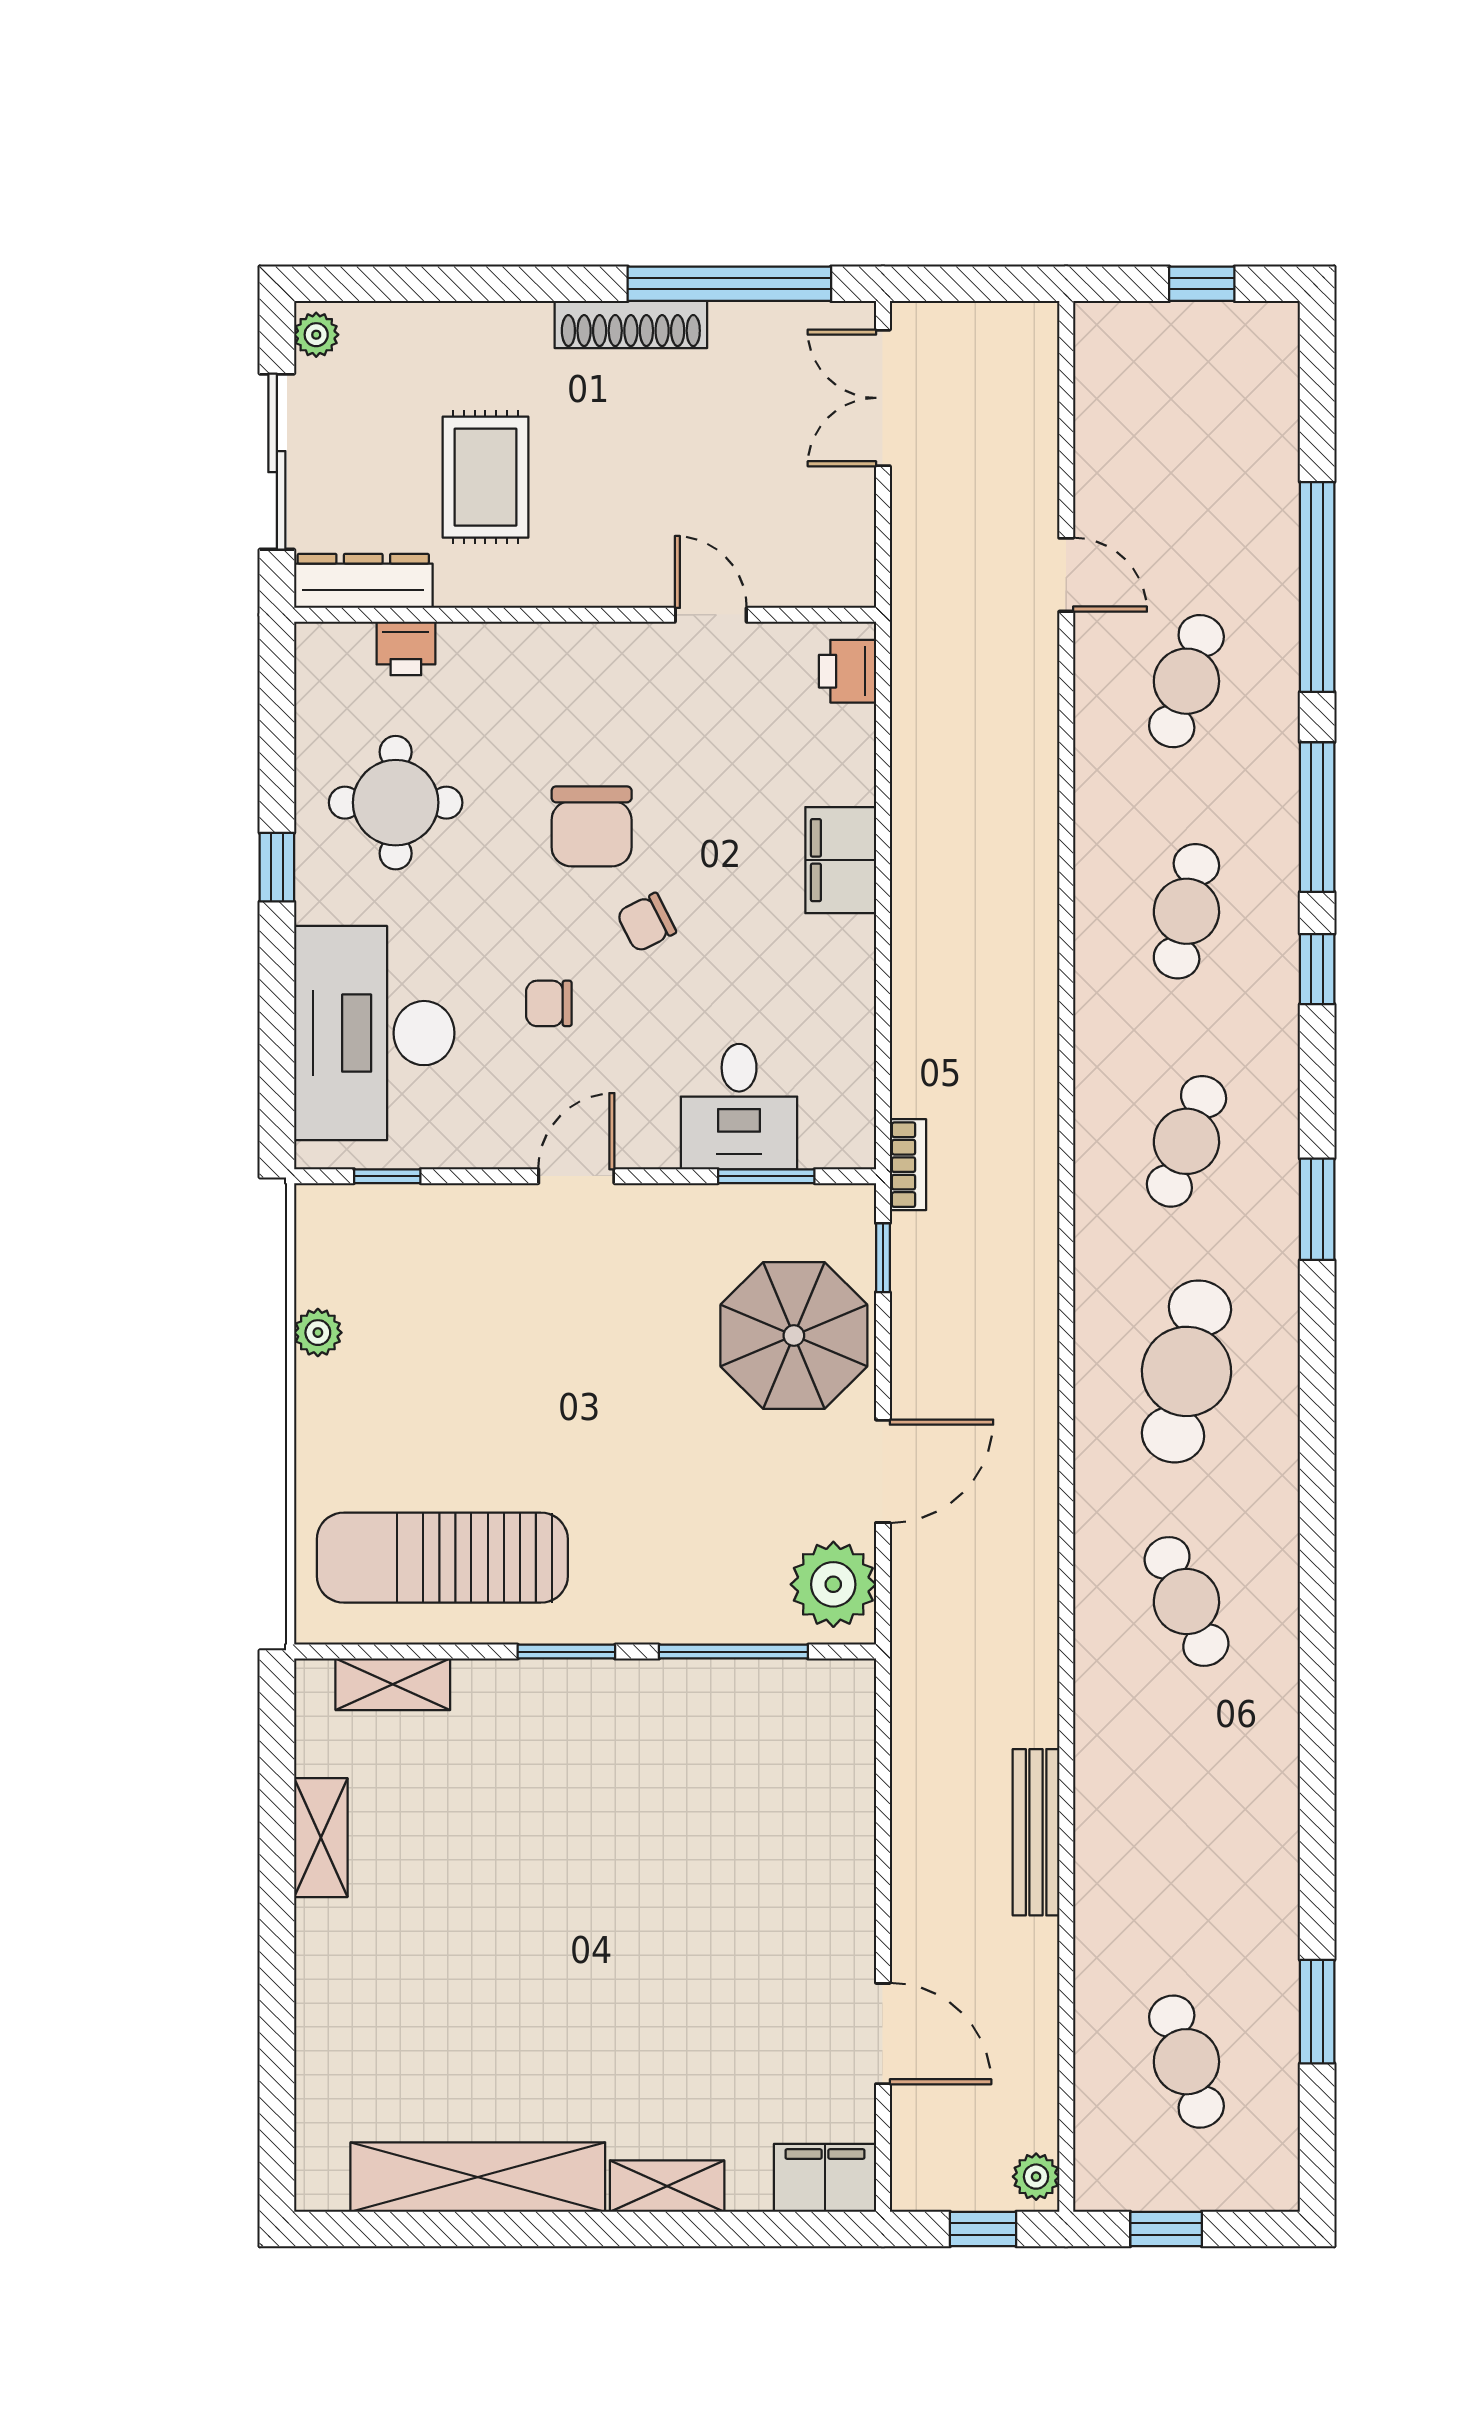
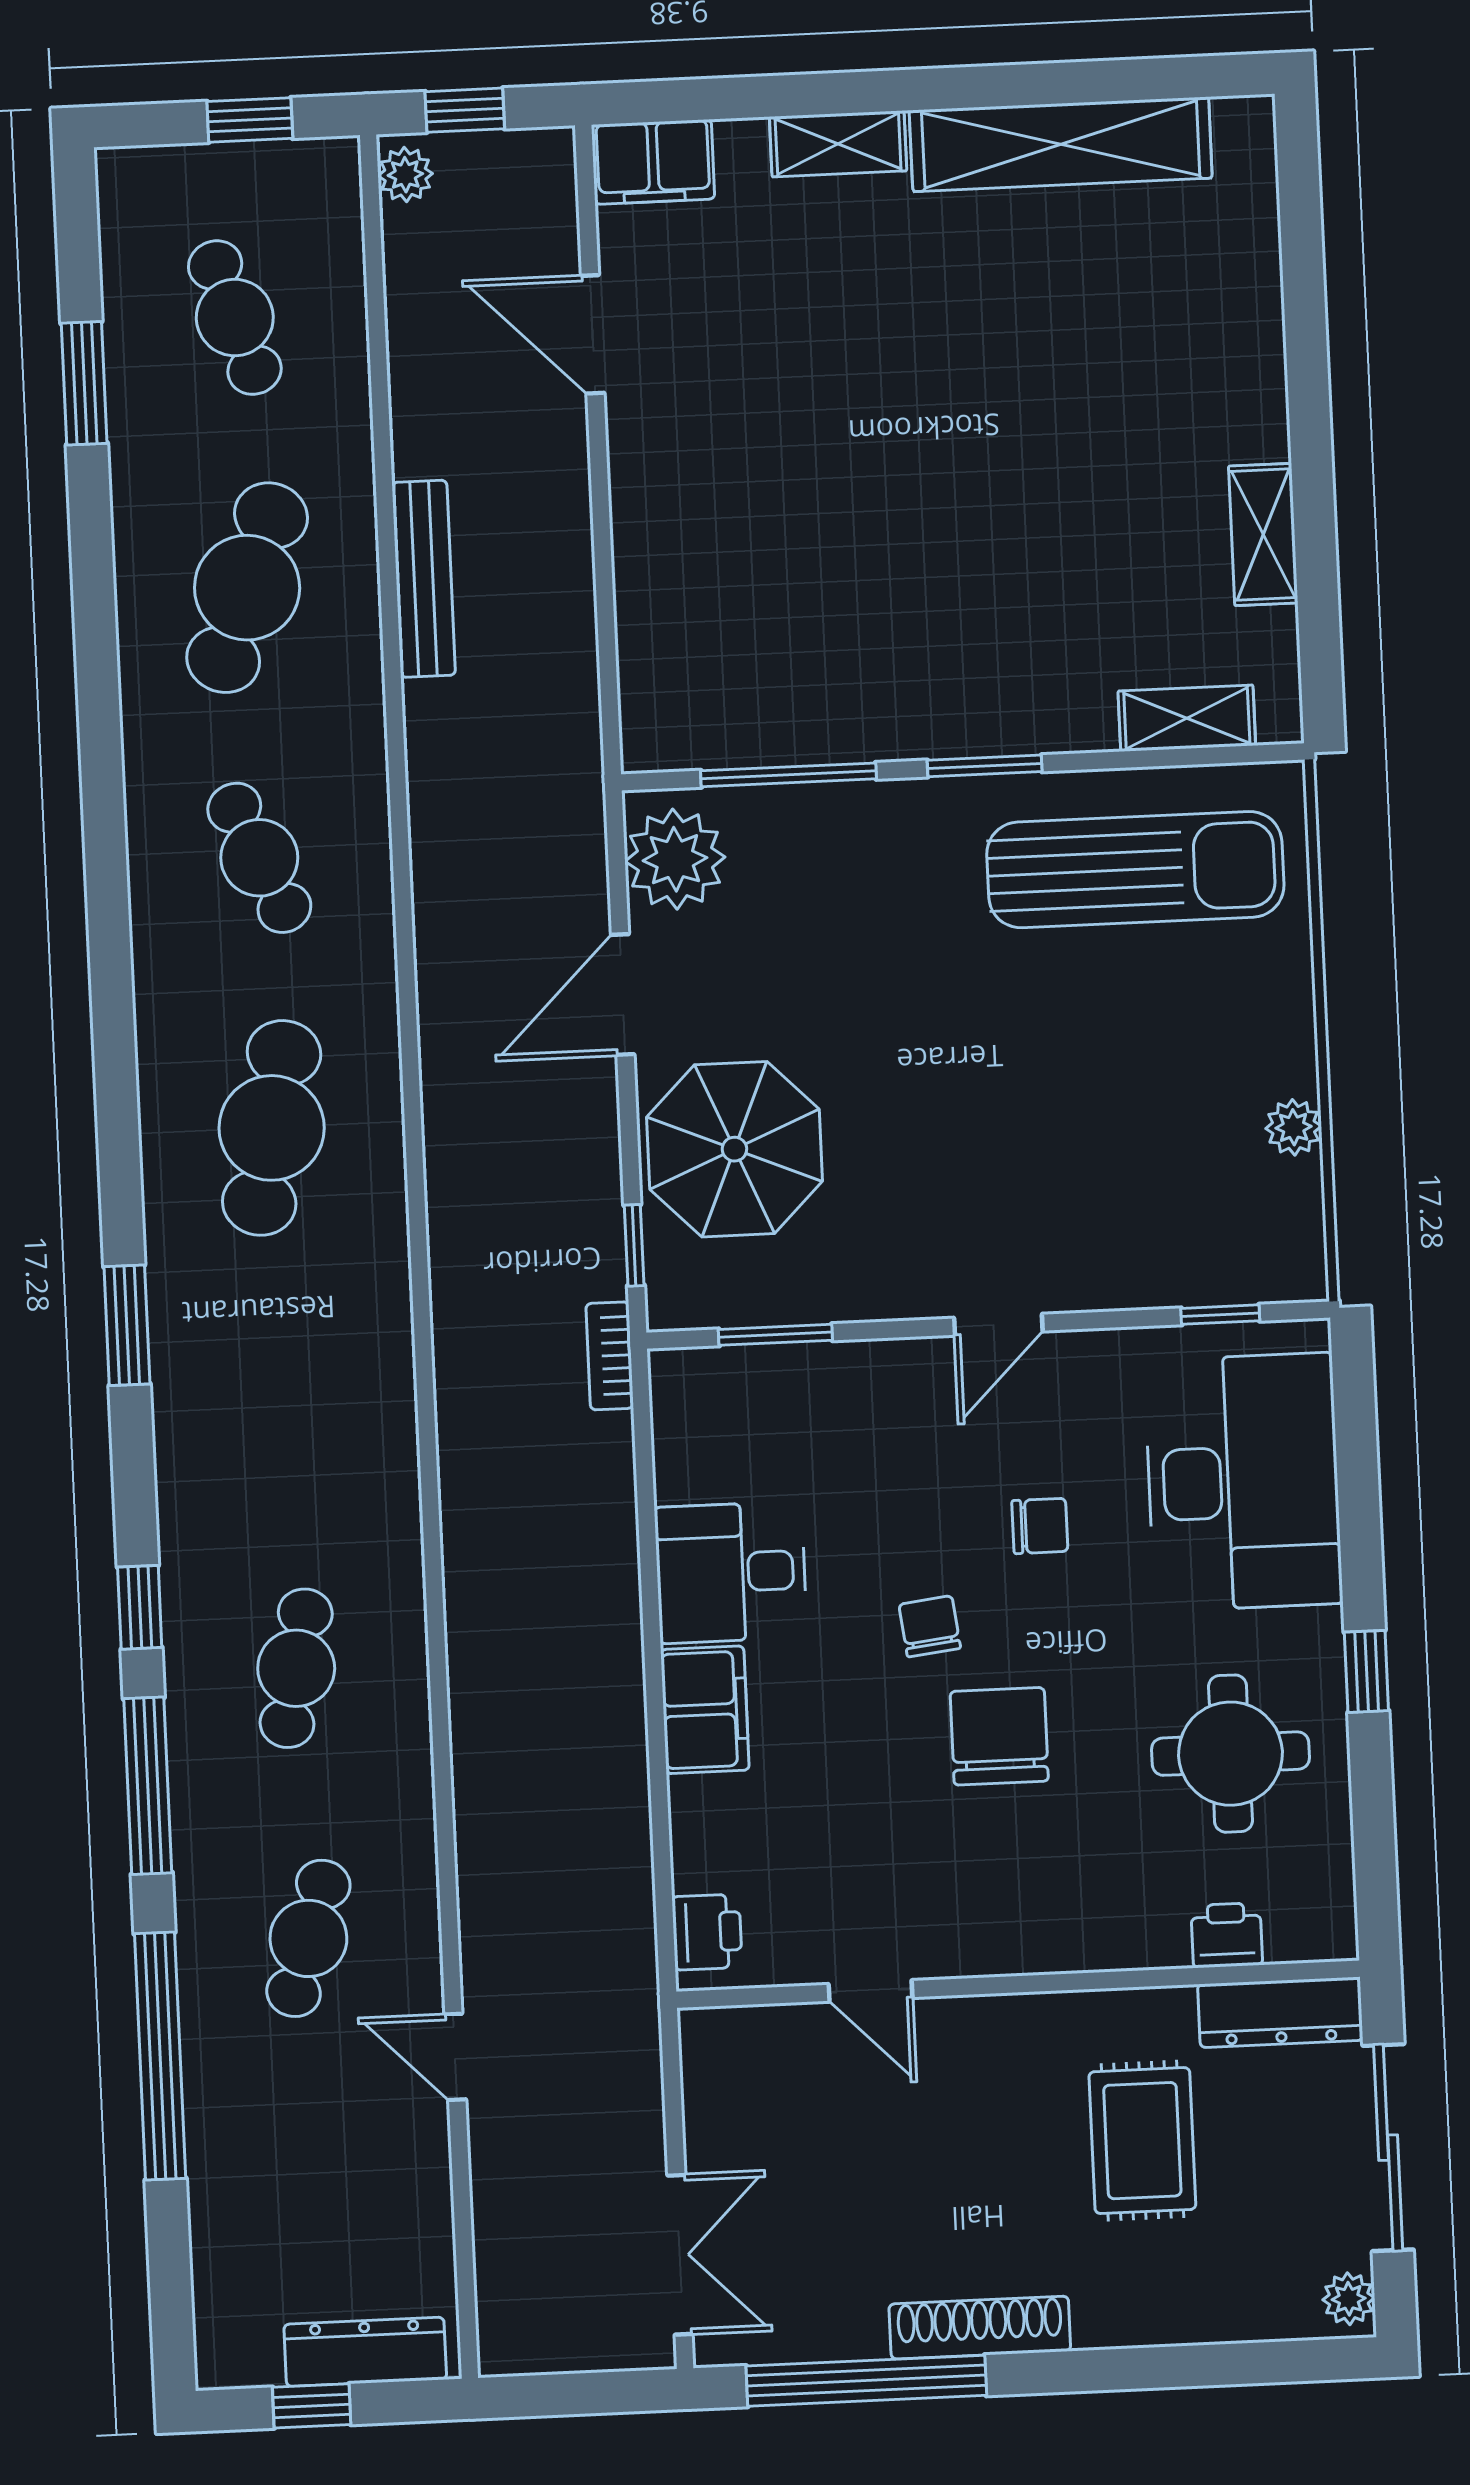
dresser: (1154, 328) -> (365, 2352), added
chair: (646, 922) -> (930, 1626), turned -70
desk: (739, 1107) -> (731, 1572), moved, turned -90
cafe table: (1186, 1141) -> (247, 588), moved, width x1.37, depth x1.35

